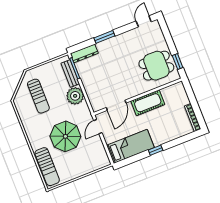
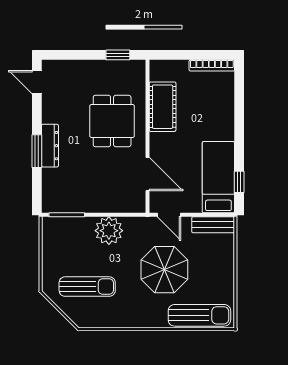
dresser: (84, 53) -> (50, 146), moved
dining table: (156, 66) -> (112, 121), moved
bench: (70, 74) -> (213, 225), moved
cot: (148, 103) -> (163, 107), moved
window: (156, 150) -> (239, 182), moved

